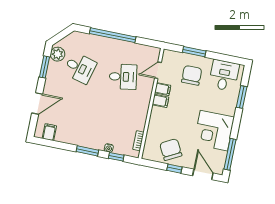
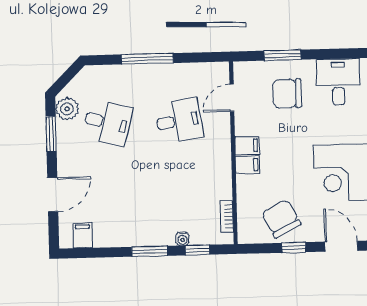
window: (113, 35) -> (147, 59), width x0.68
chair: (192, 75) -> (287, 93), turned -90
filing cabinet: (163, 89) -> (247, 165), moved

